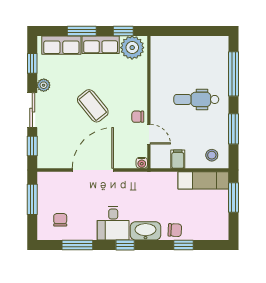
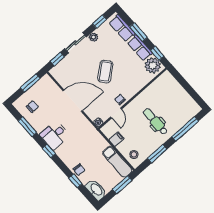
washbasin: (145, 231) -> (96, 190), moved

